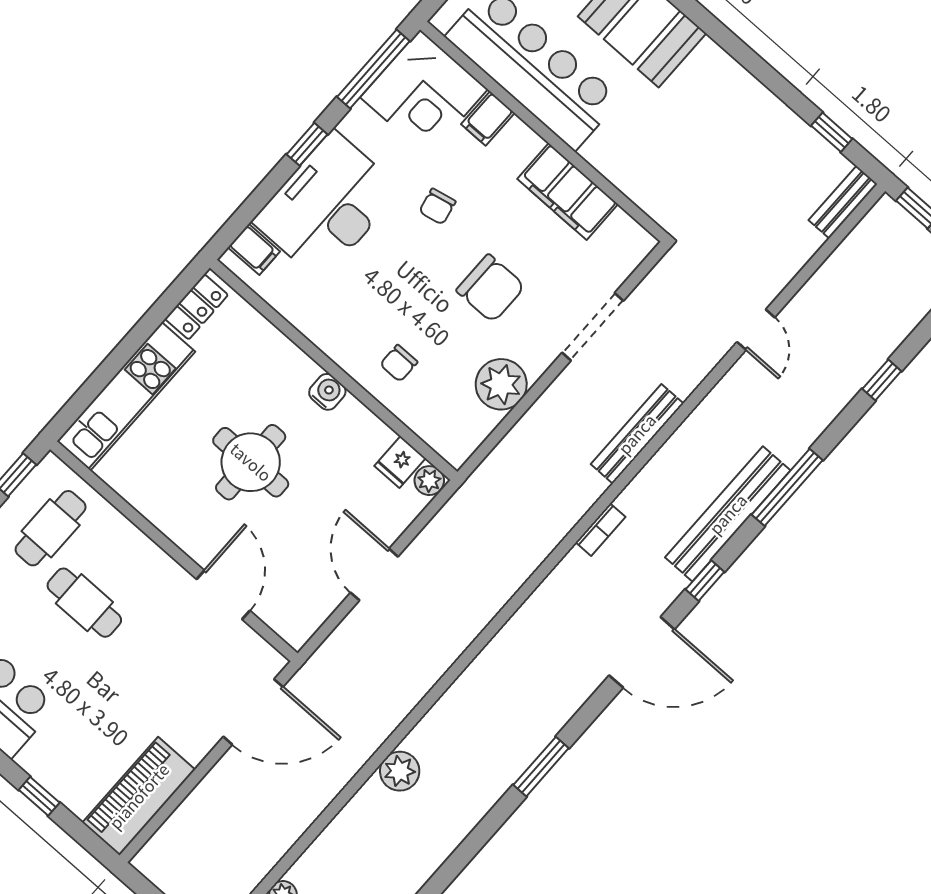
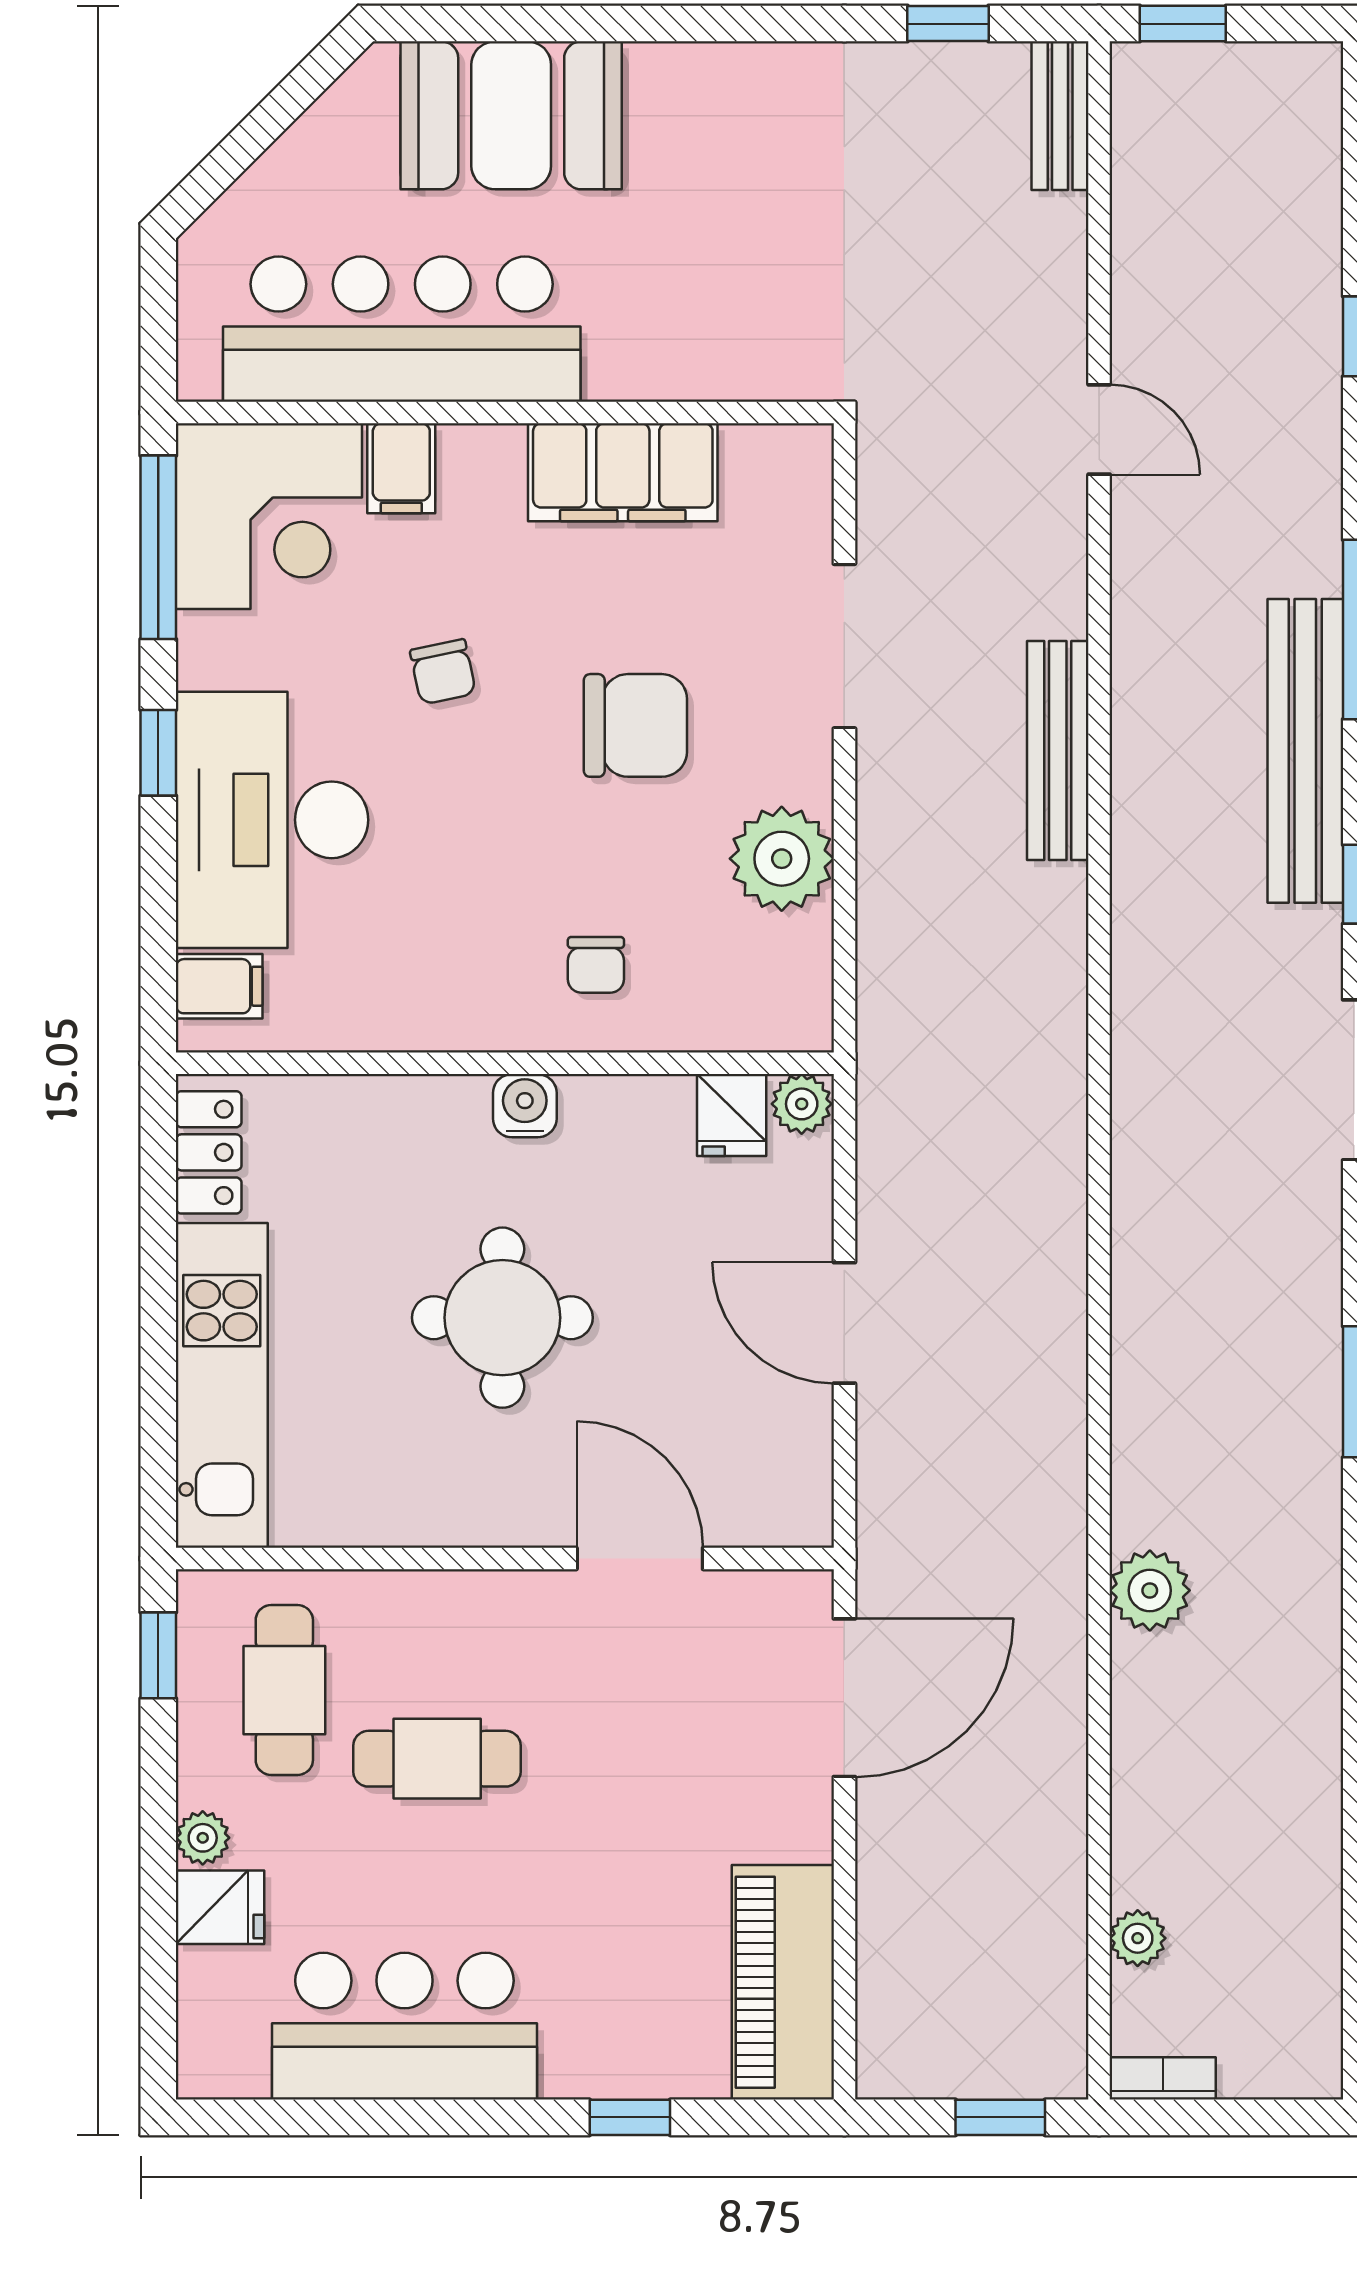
bookcase: (600, 530) -> (1131, 947), removed

